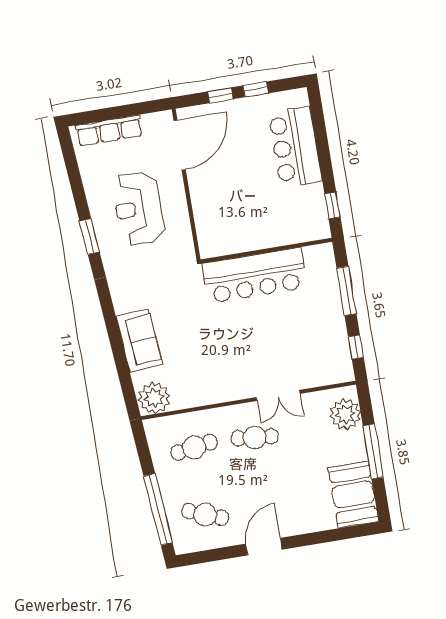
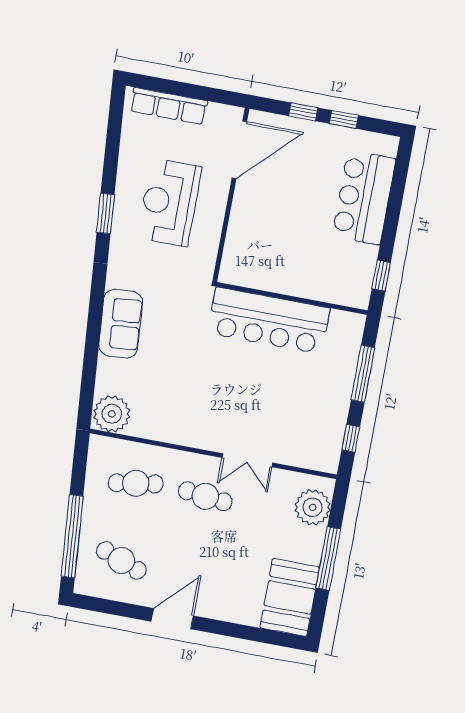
sofa: (139, 341) -> (121, 324), moved

